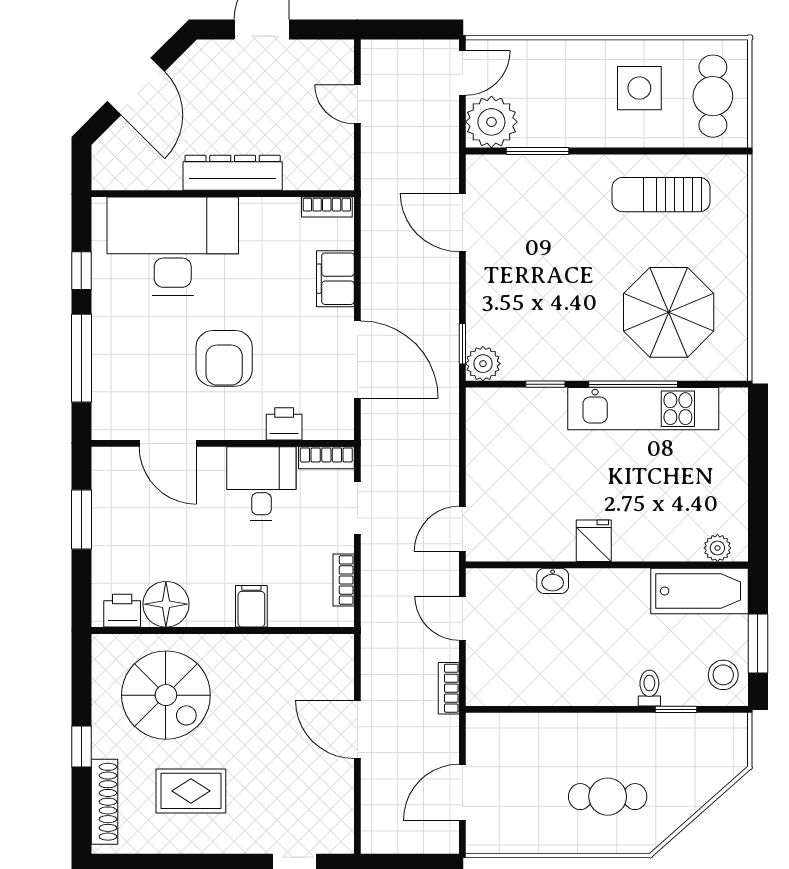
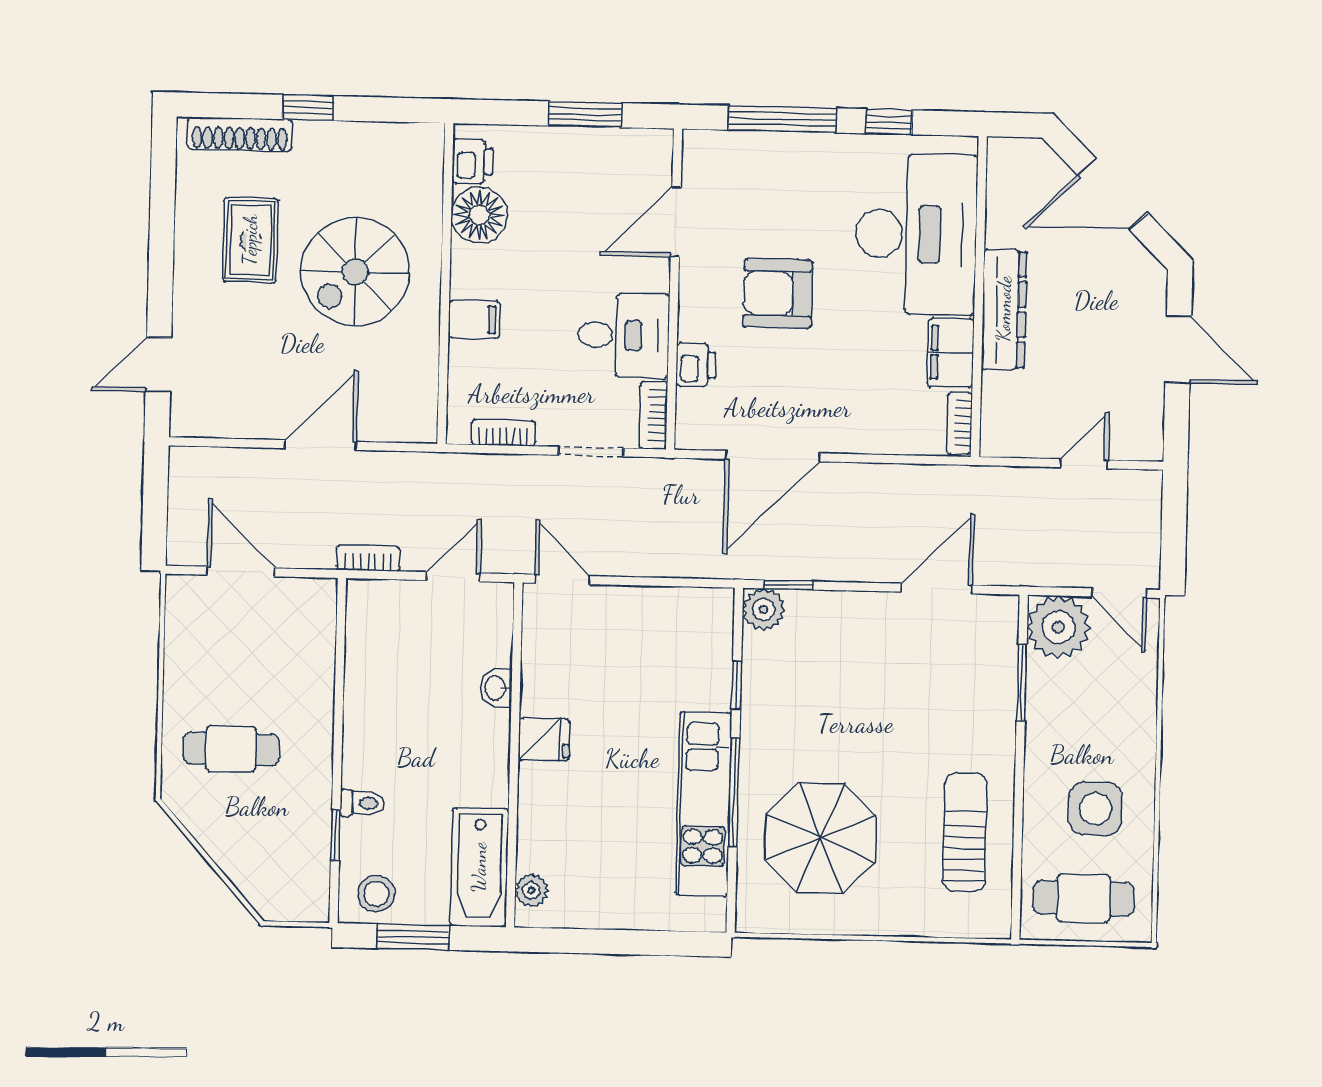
filing cabinet: (335, 279) -> (951, 353), moved, turned -90
spiral stairs: (166, 695) -> (355, 272), moved
cafe table: (608, 797) -> (231, 749), turned 90

